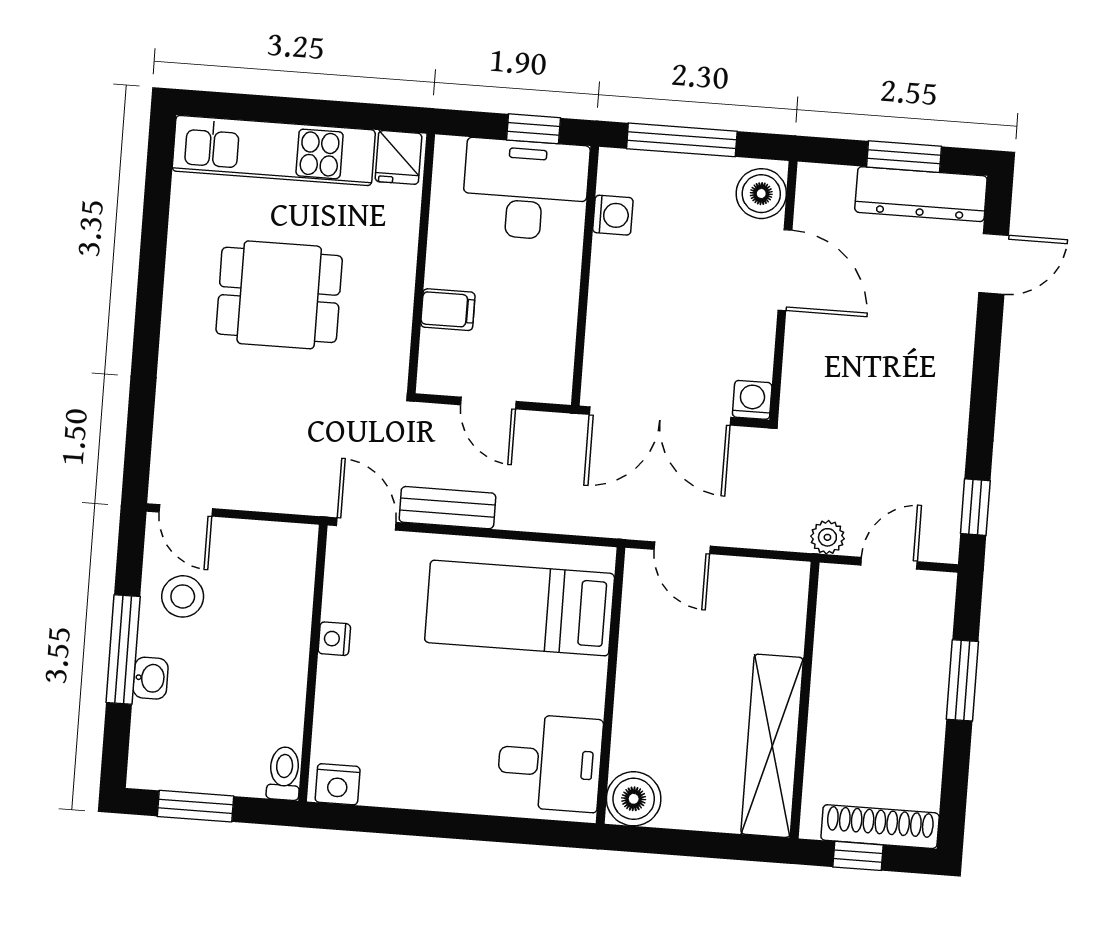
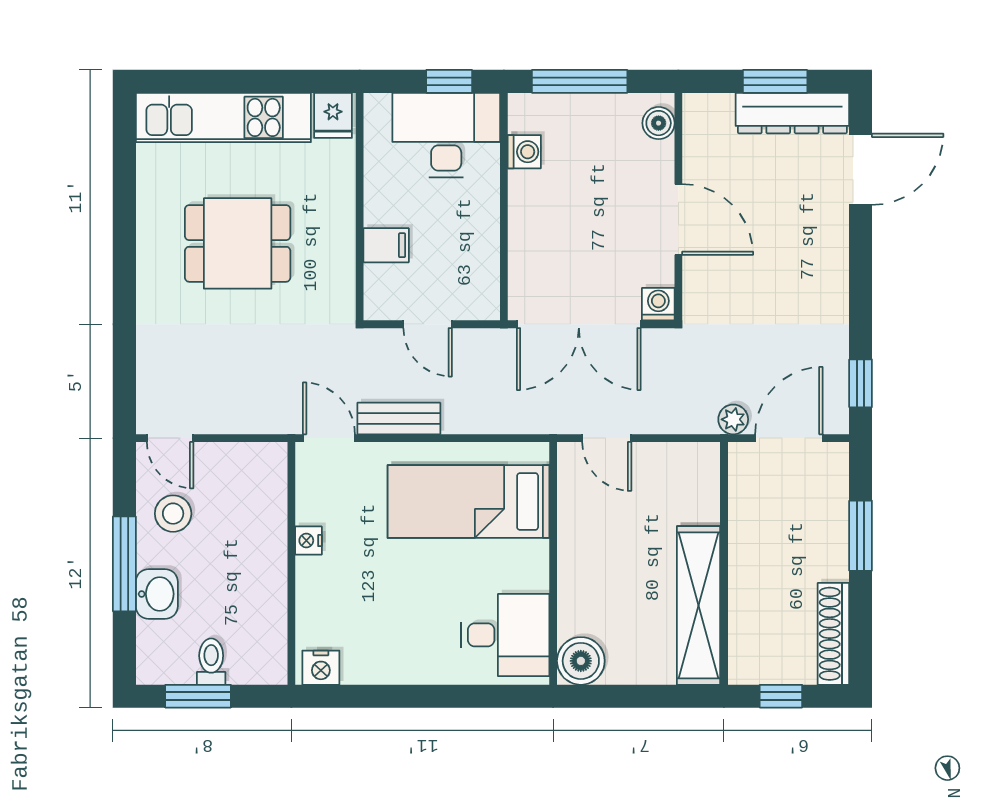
boiler: (761, 194) -> (659, 123), width x0.73, depth x0.73
door: (994, 264) -> (861, 169), width x1.38
door: (785, 270) -> (678, 220), moved
door: (889, 563) -> (789, 438), width x1.38
washbasin: (151, 678) -> (157, 594), width x1.38, depth x1.45
toilet: (284, 773) -> (211, 662), moved
shoe rack: (880, 827) -> (833, 634), moved, turned -90

